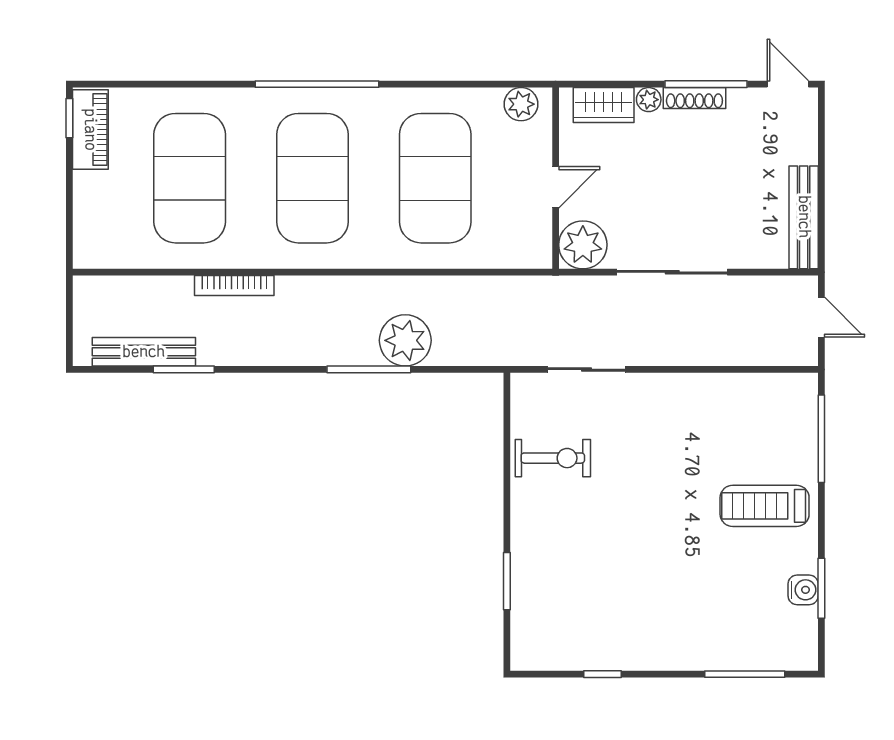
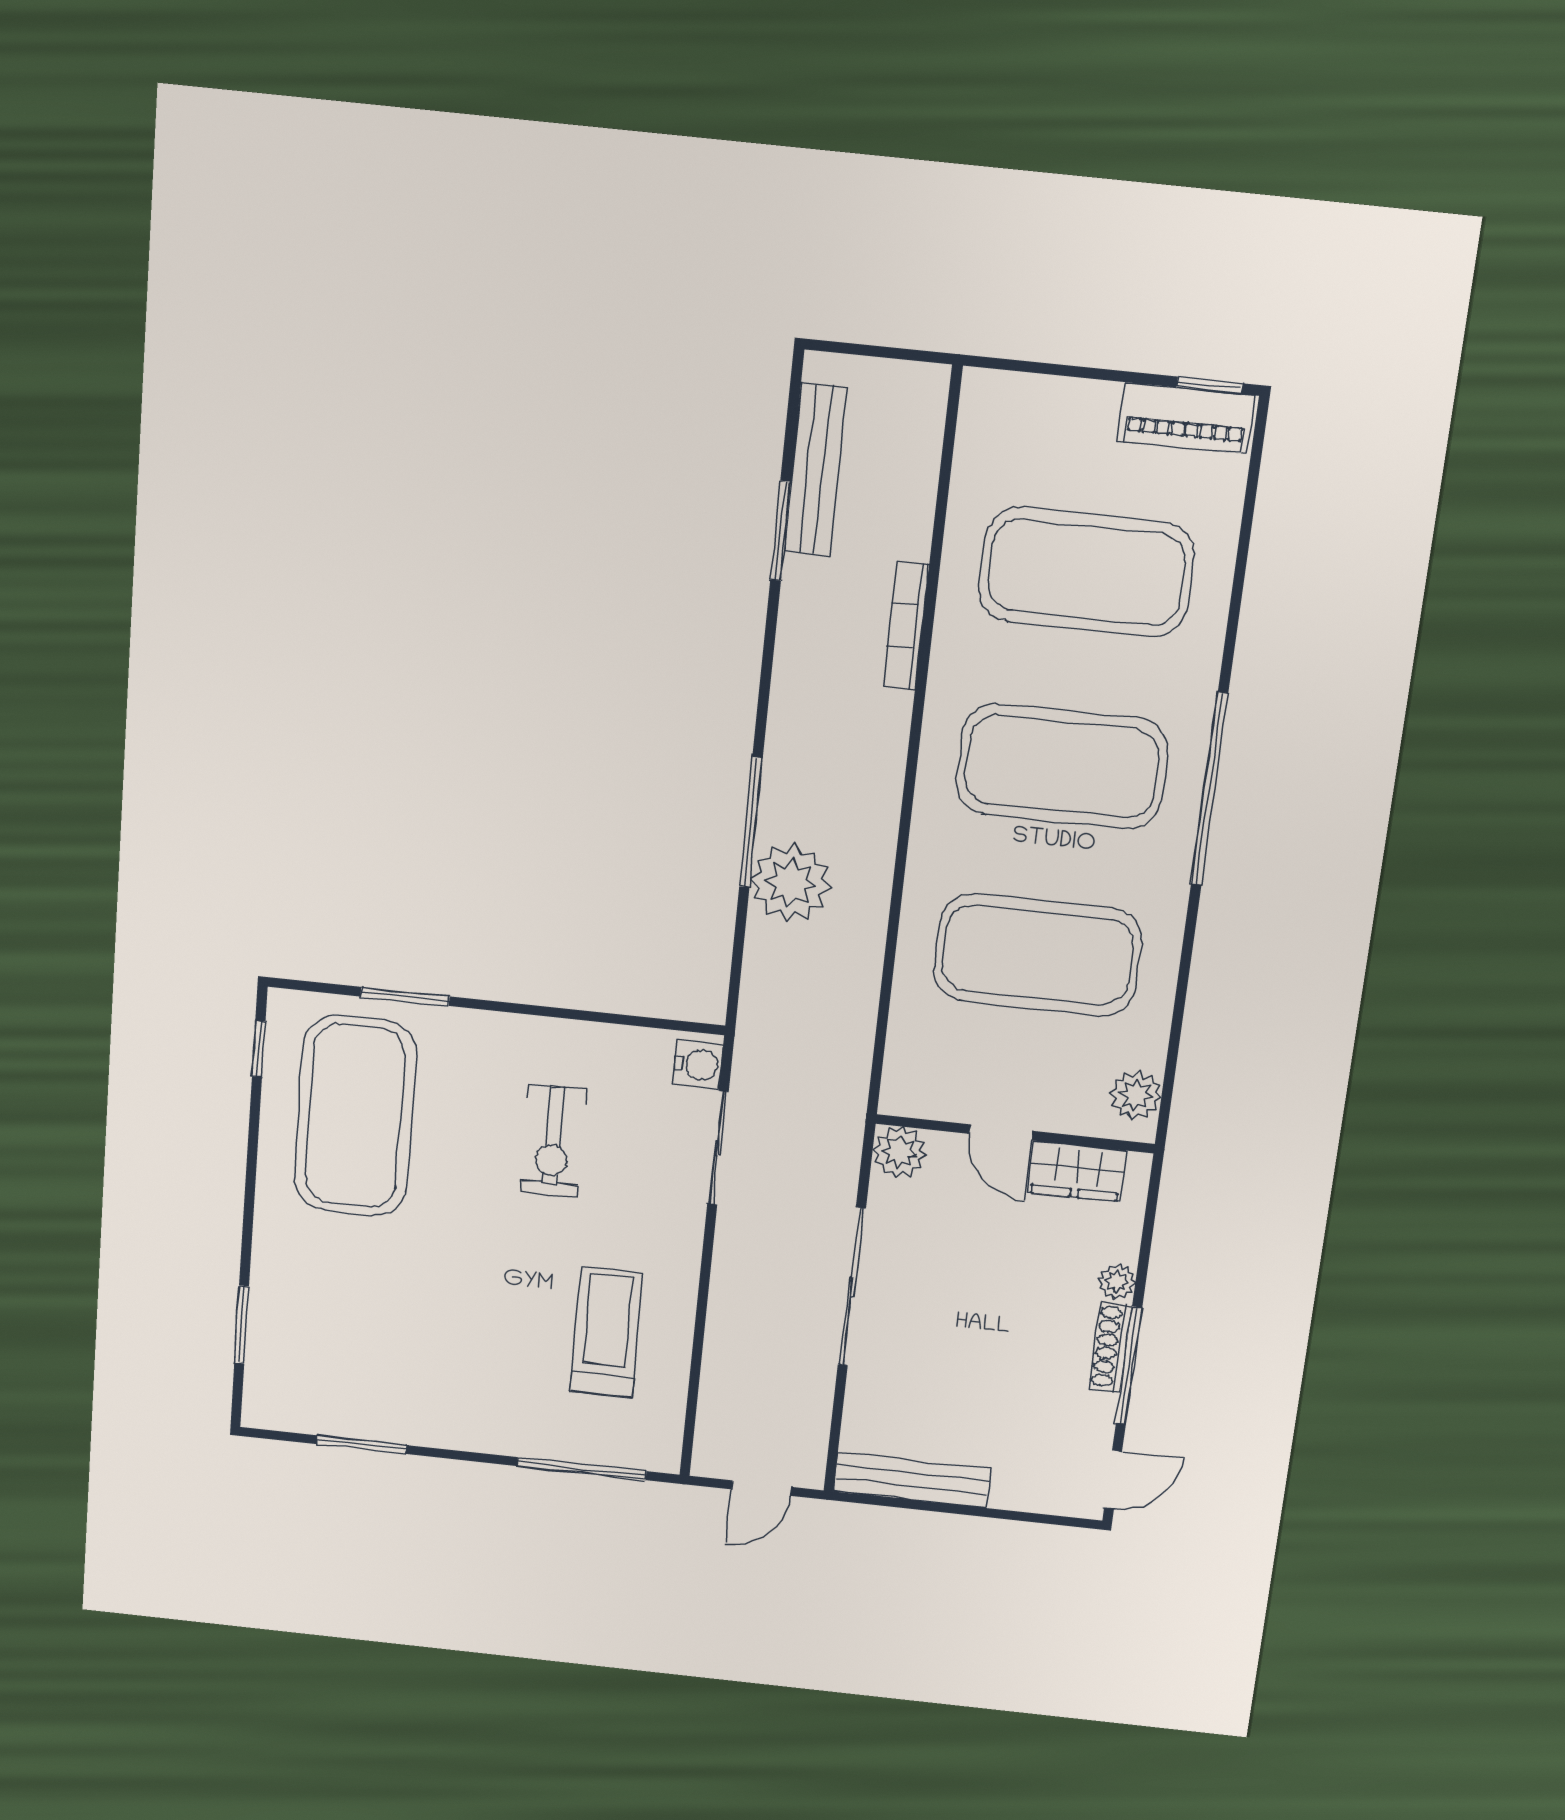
wardrobe: (604, 105) -> (1077, 1171), moved, turned -90
plant: (583, 245) -> (899, 1152), width x0.73, depth x0.73
exercise bike: (553, 458) -> (553, 1141), moved
treadmill: (765, 506) -> (607, 1332), moved
water cooler: (803, 590) -> (698, 1065), moved, turned -90
exercise mat: (591, 608) -> (355, 1116), added
window: (602, 674) -> (259, 1049), moved
window: (745, 674) -> (242, 1325), width x0.69

